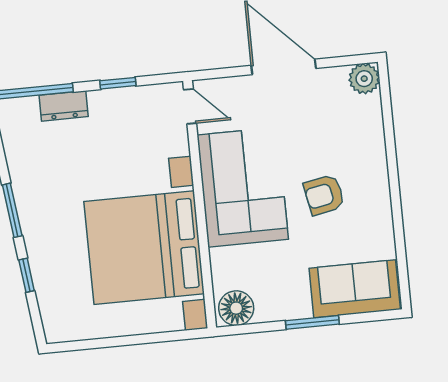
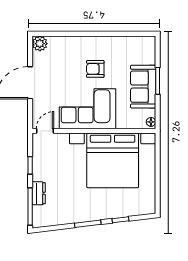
armchair: (324, 195) -> (95, 69), turned 101
sofa: (355, 289) -> (143, 87), moved
floor lamp: (236, 308) -> (151, 122), width x0.53, depth x0.53

